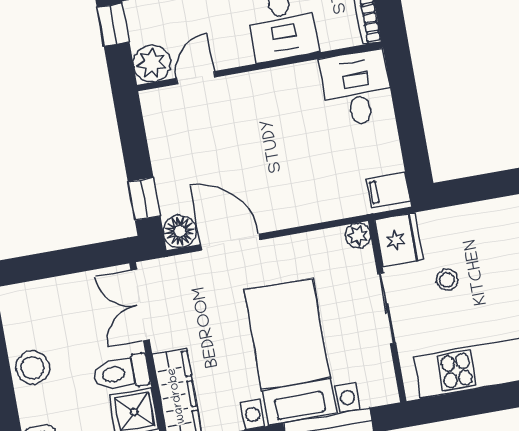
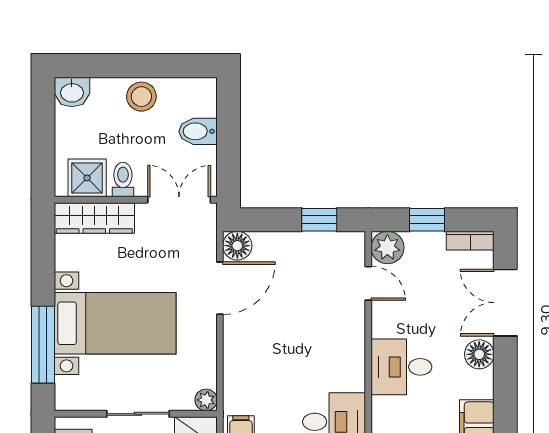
window: (144, 199) -> (319, 220), moved
bidet: (60, 298) -> (198, 131), added
toilet: (121, 373) -> (123, 180), width x0.73, depth x0.72

